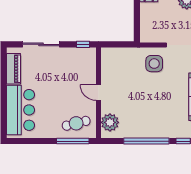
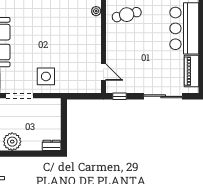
door: (99, 93) -> (104, 72), moved
plant: (110, 122) -> (96, 11), width x0.53, depth x0.53

